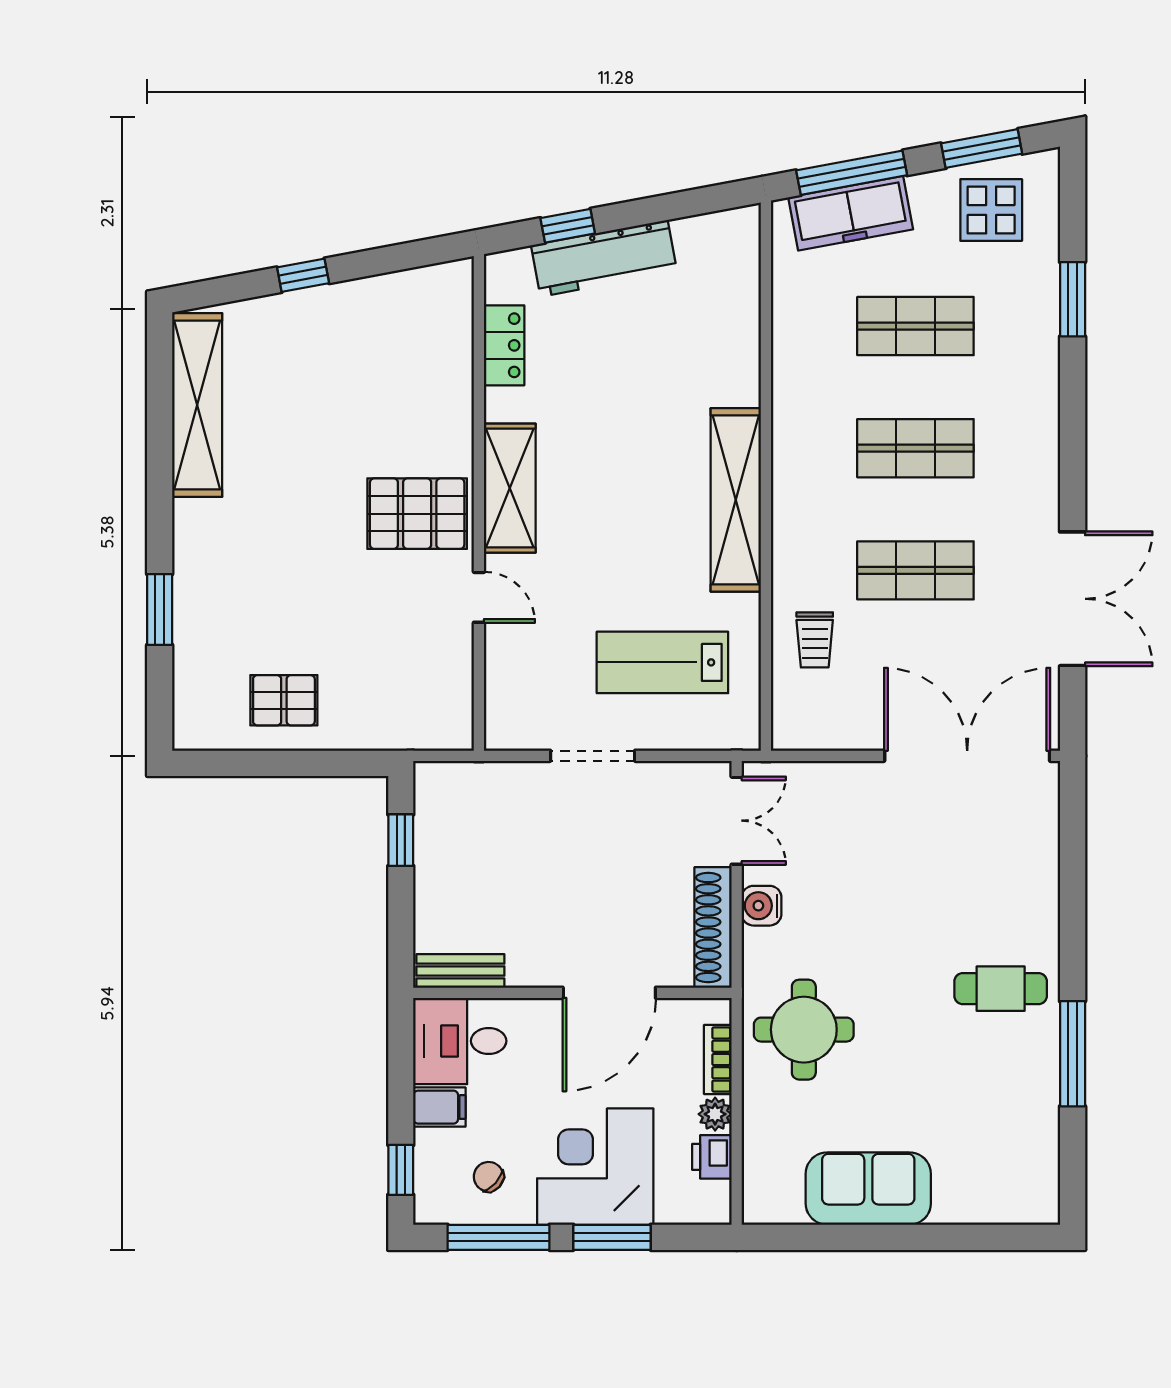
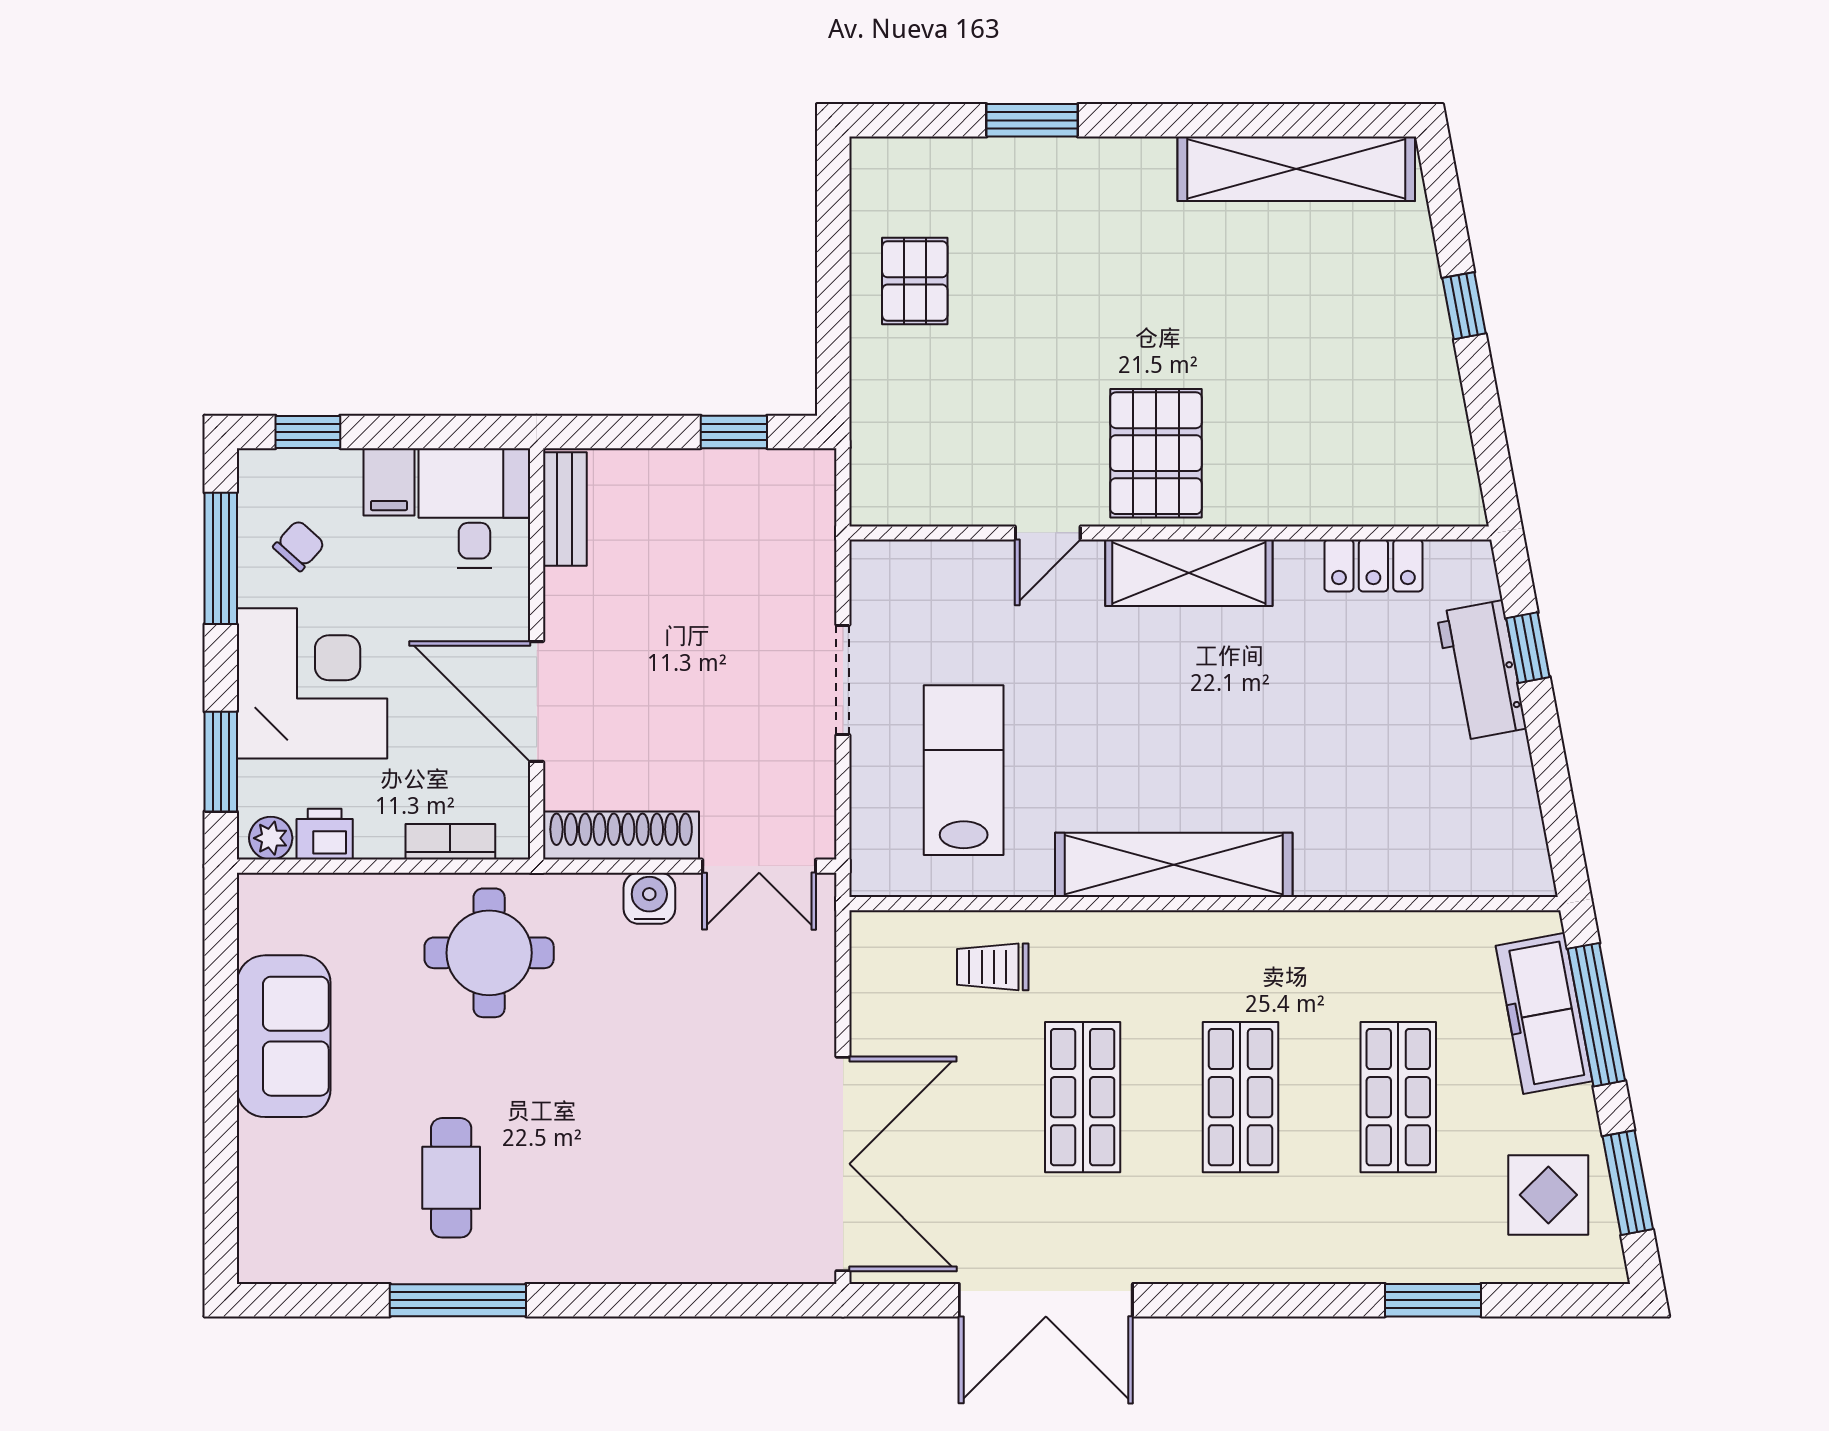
workbench: (604, 258) -> (1481, 671), width x0.73
cafe table: (1001, 989) -> (451, 1178), moved
plant: (715, 1114) -> (271, 838), moved
window: (612, 1237) -> (221, 762), moved

